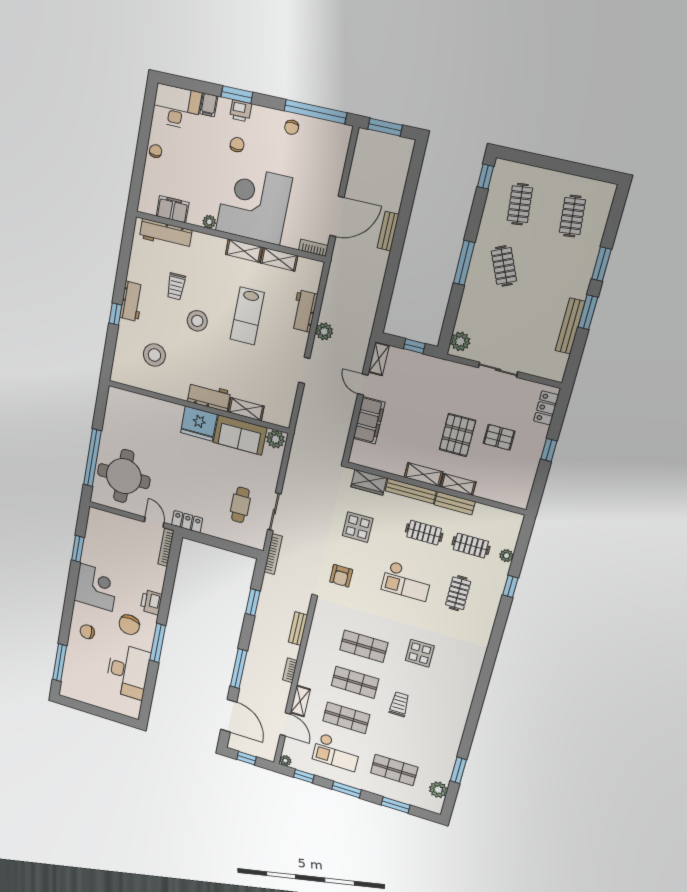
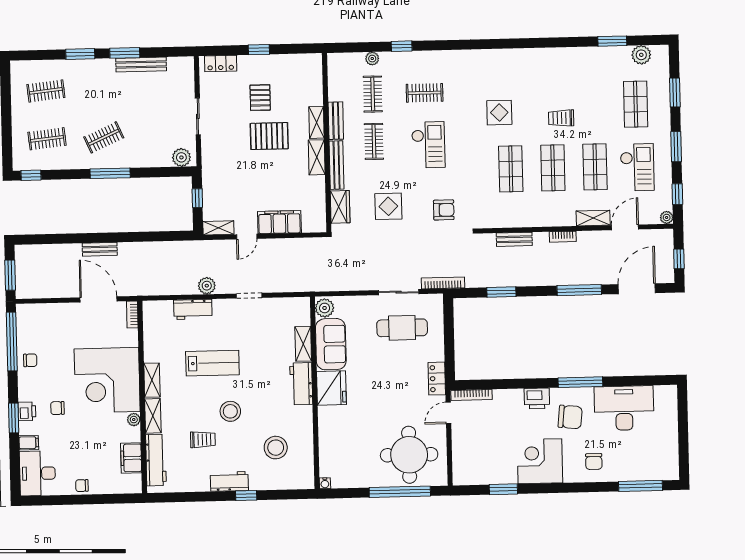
shelving: (279, 259) -> (153, 416), moved
water cooler: (113, 392) -> (325, 483), added
cafe table: (240, 505) -> (402, 328), width x1.37, depth x1.35

